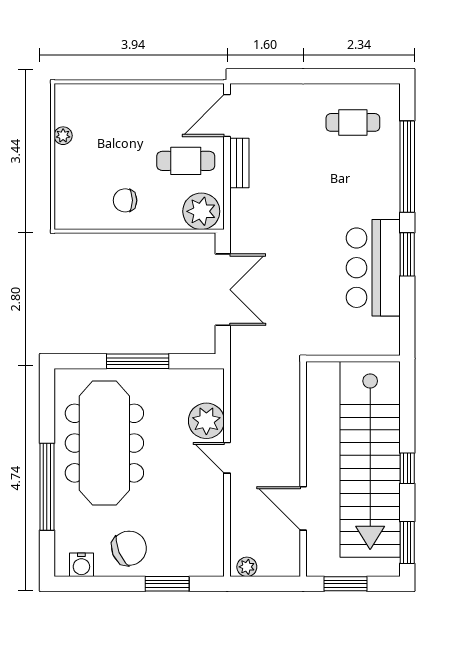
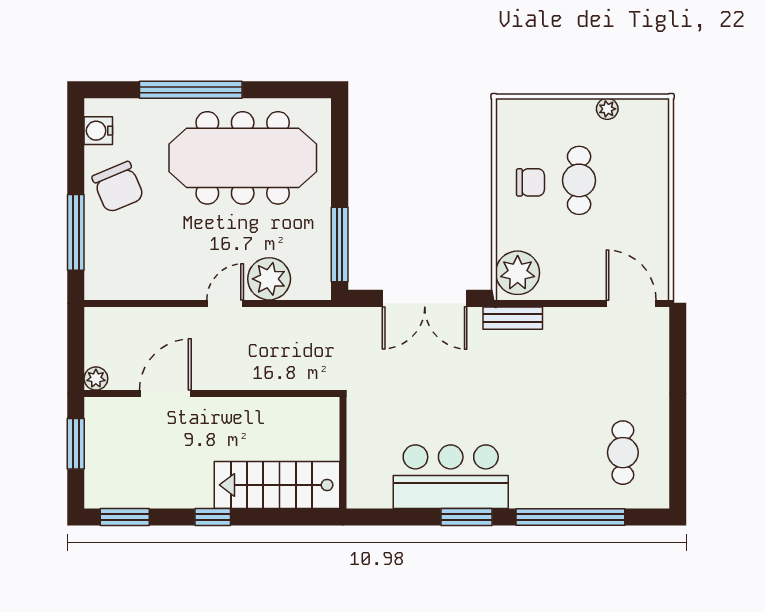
cafe table: (186, 161) -> (579, 180), moved
bench: (239, 163) -> (513, 318), moved
chair: (125, 200) -> (530, 182), turned 90
window: (138, 361) -> (340, 245), moved
stairs: (370, 459) -> (277, 485), width x0.54, depth x0.66
plant: (247, 567) -> (96, 379), moved
window: (167, 584) -> (76, 232), width x1.44

